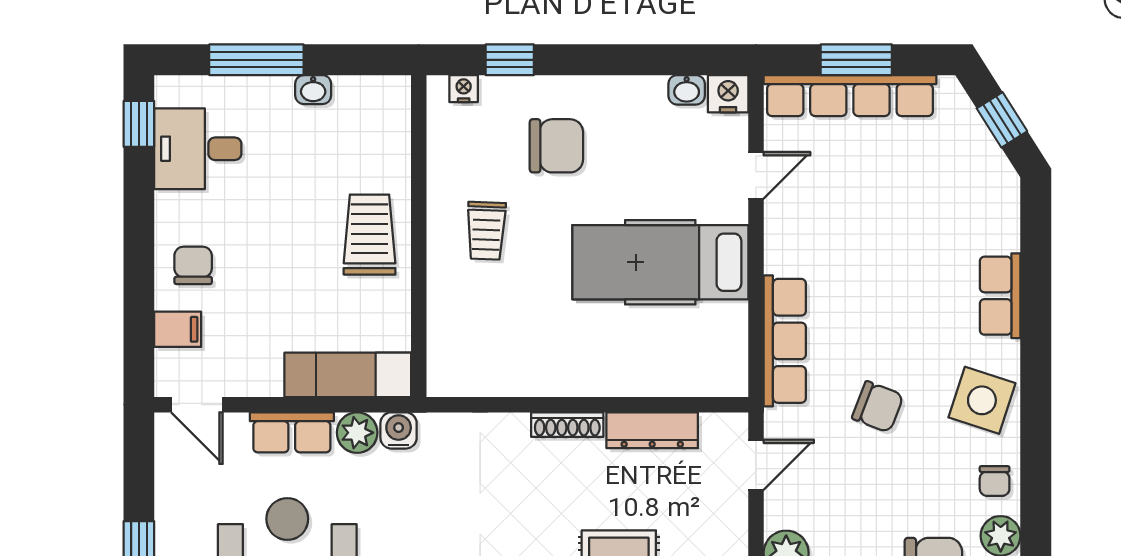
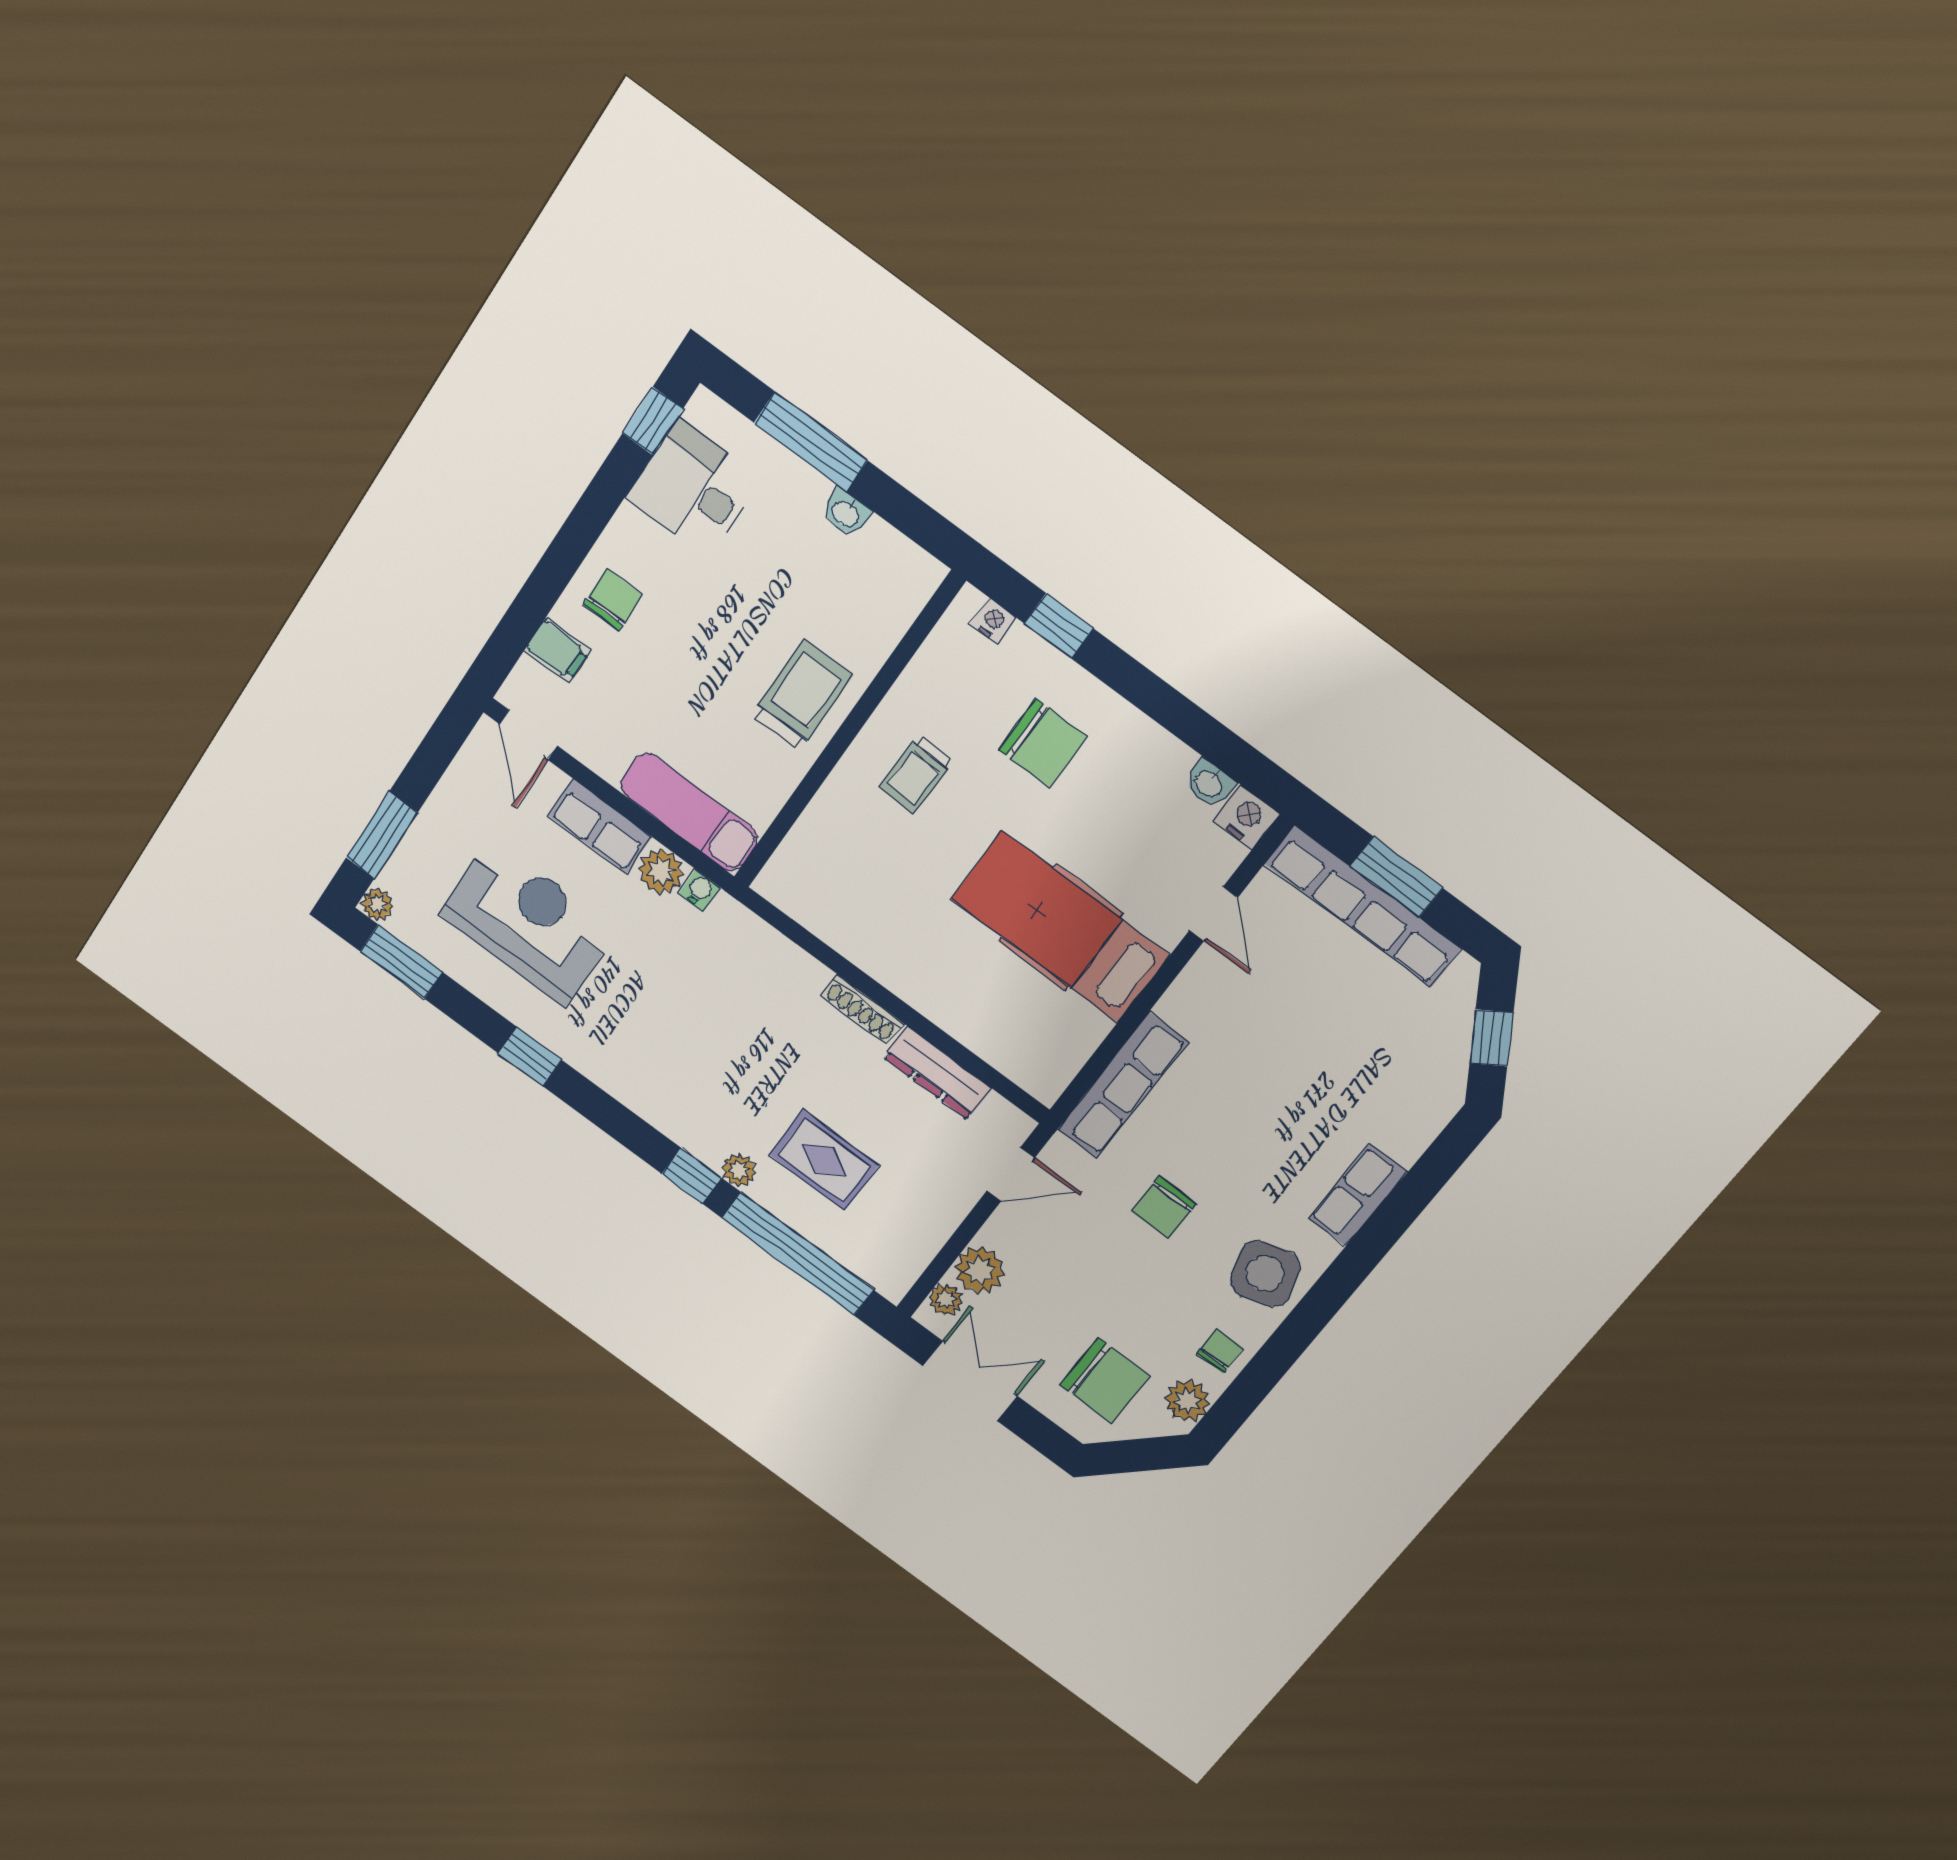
door: (756, 175) -> (1214, 914), hinge flipped
side table: (982, 400) -> (1265, 1274), turned -35
chair: (878, 407) -> (1164, 1207), turned 69
water cooler: (399, 430) -> (700, 890), width x0.72, depth x0.72
chair: (995, 481) -> (1220, 1351), turned 180

